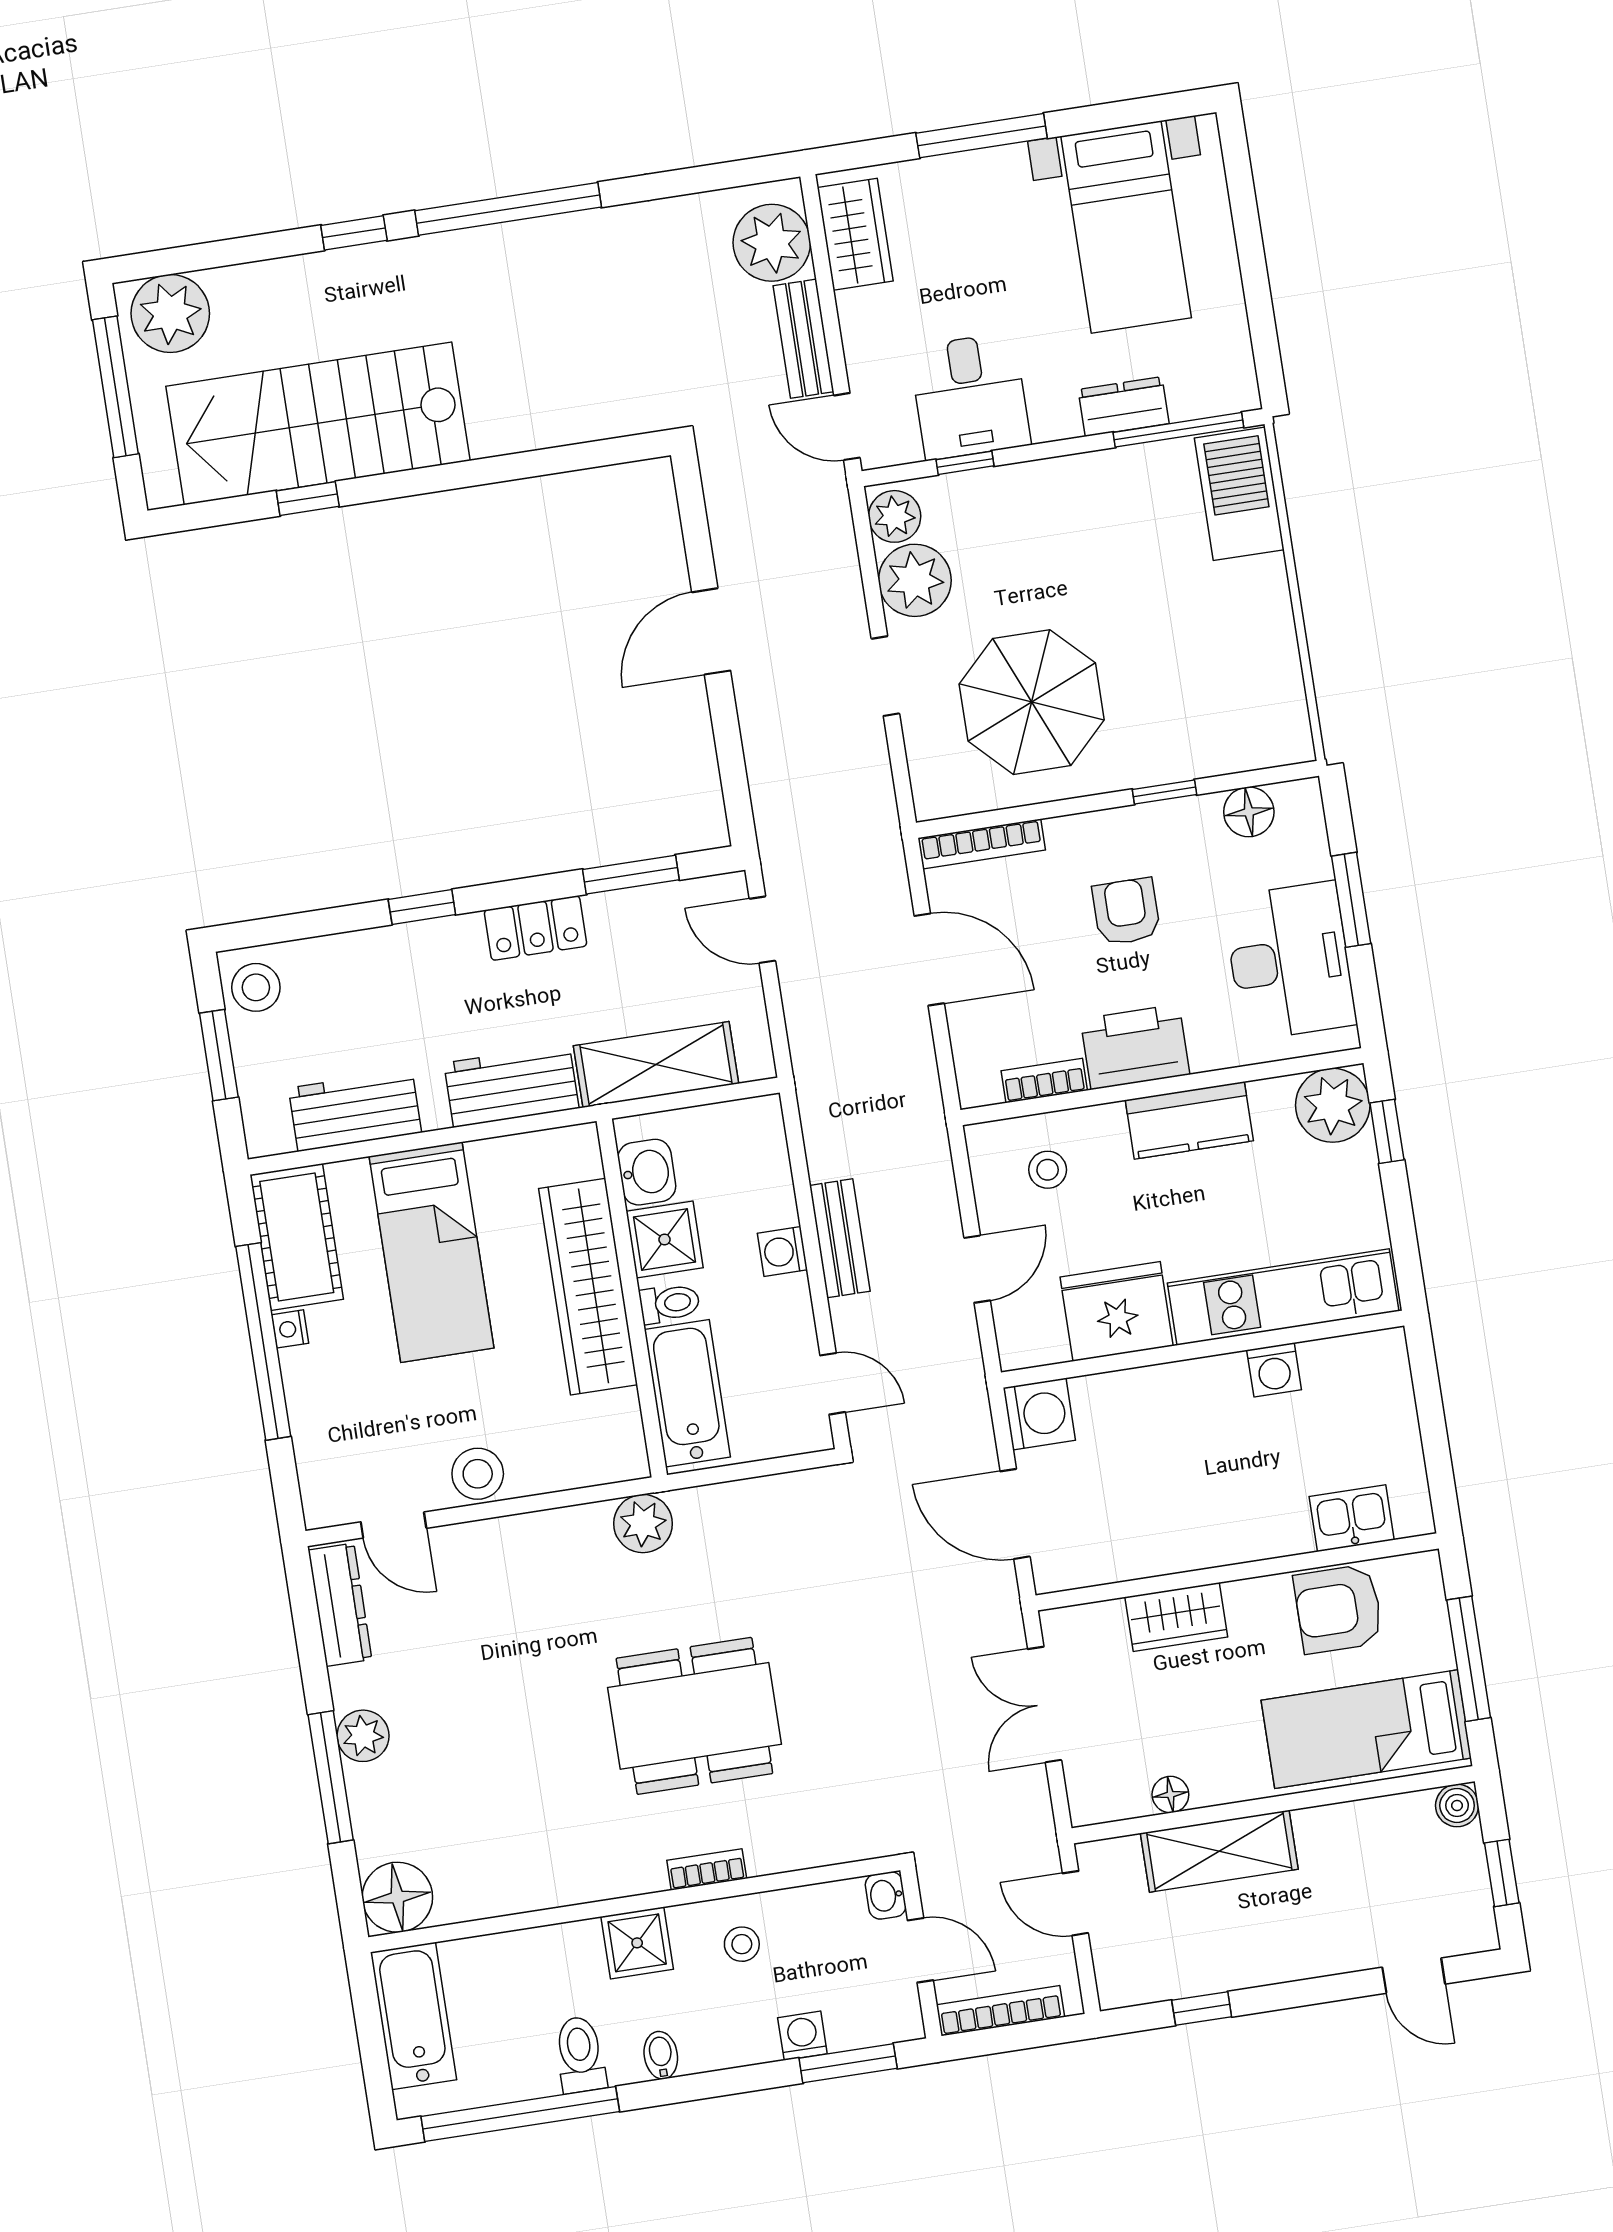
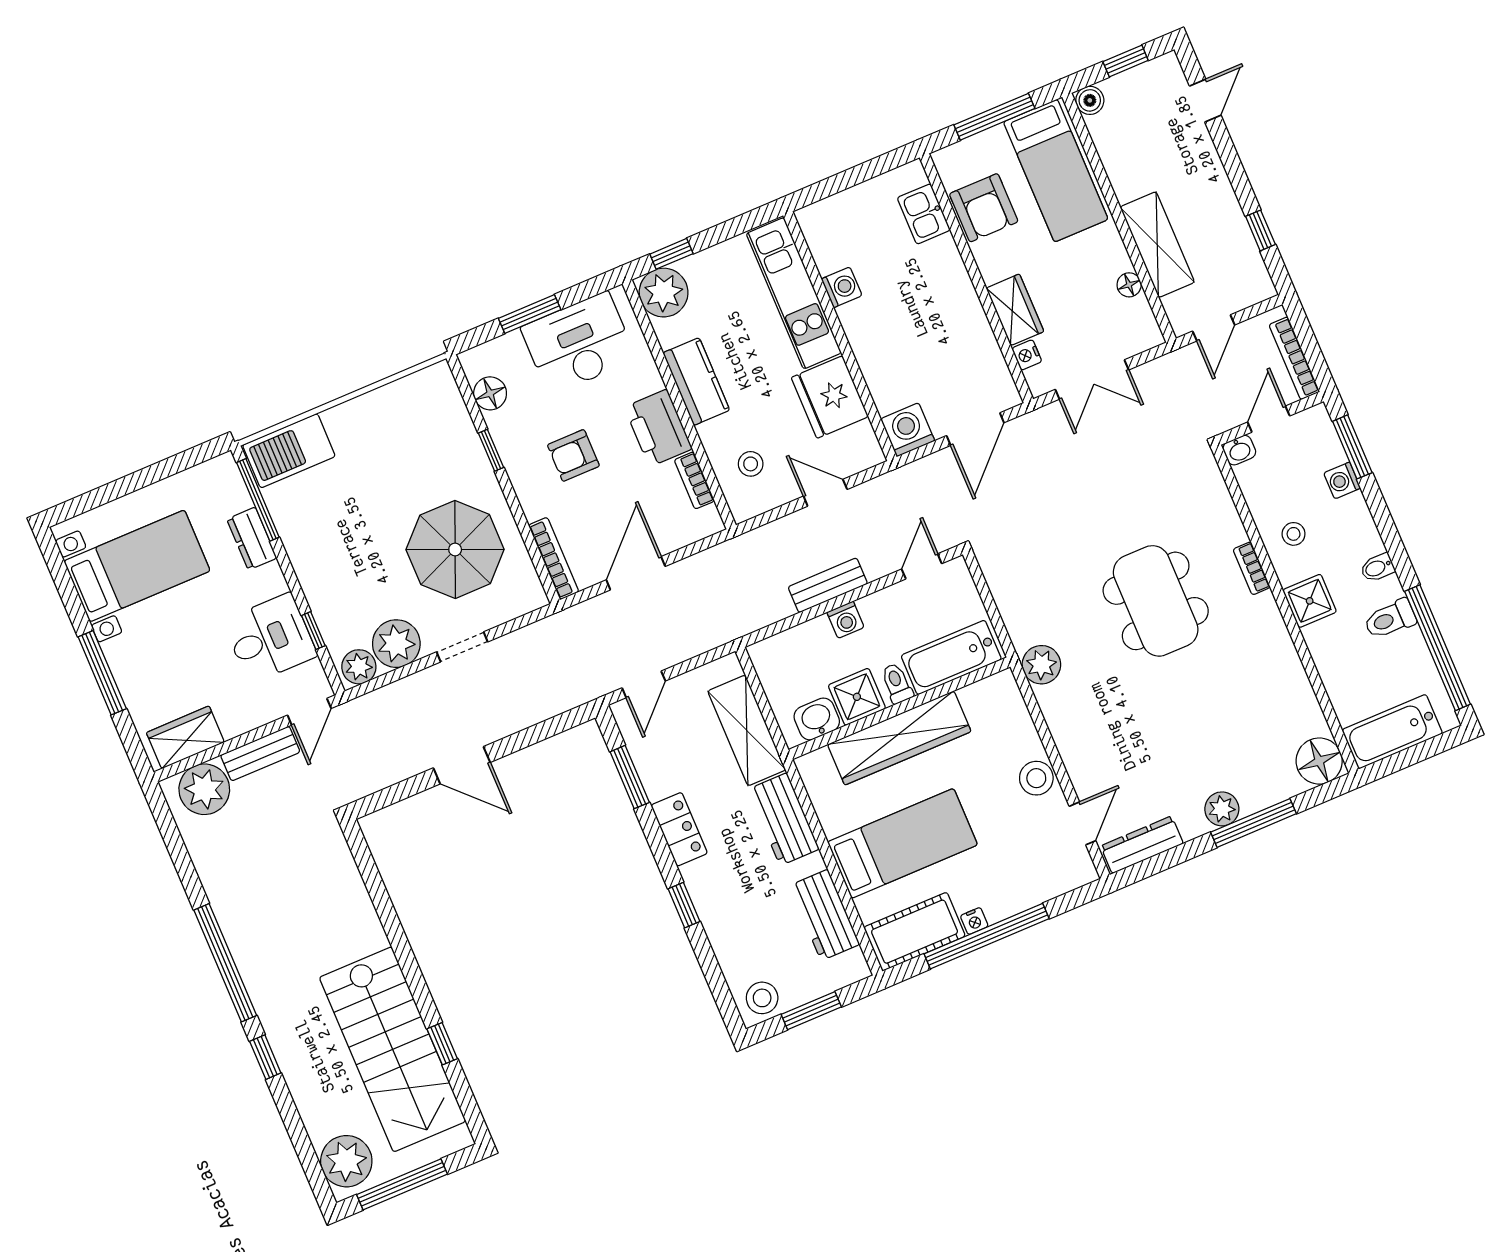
nightstand: (1105, 1618) -> (1027, 355), added

